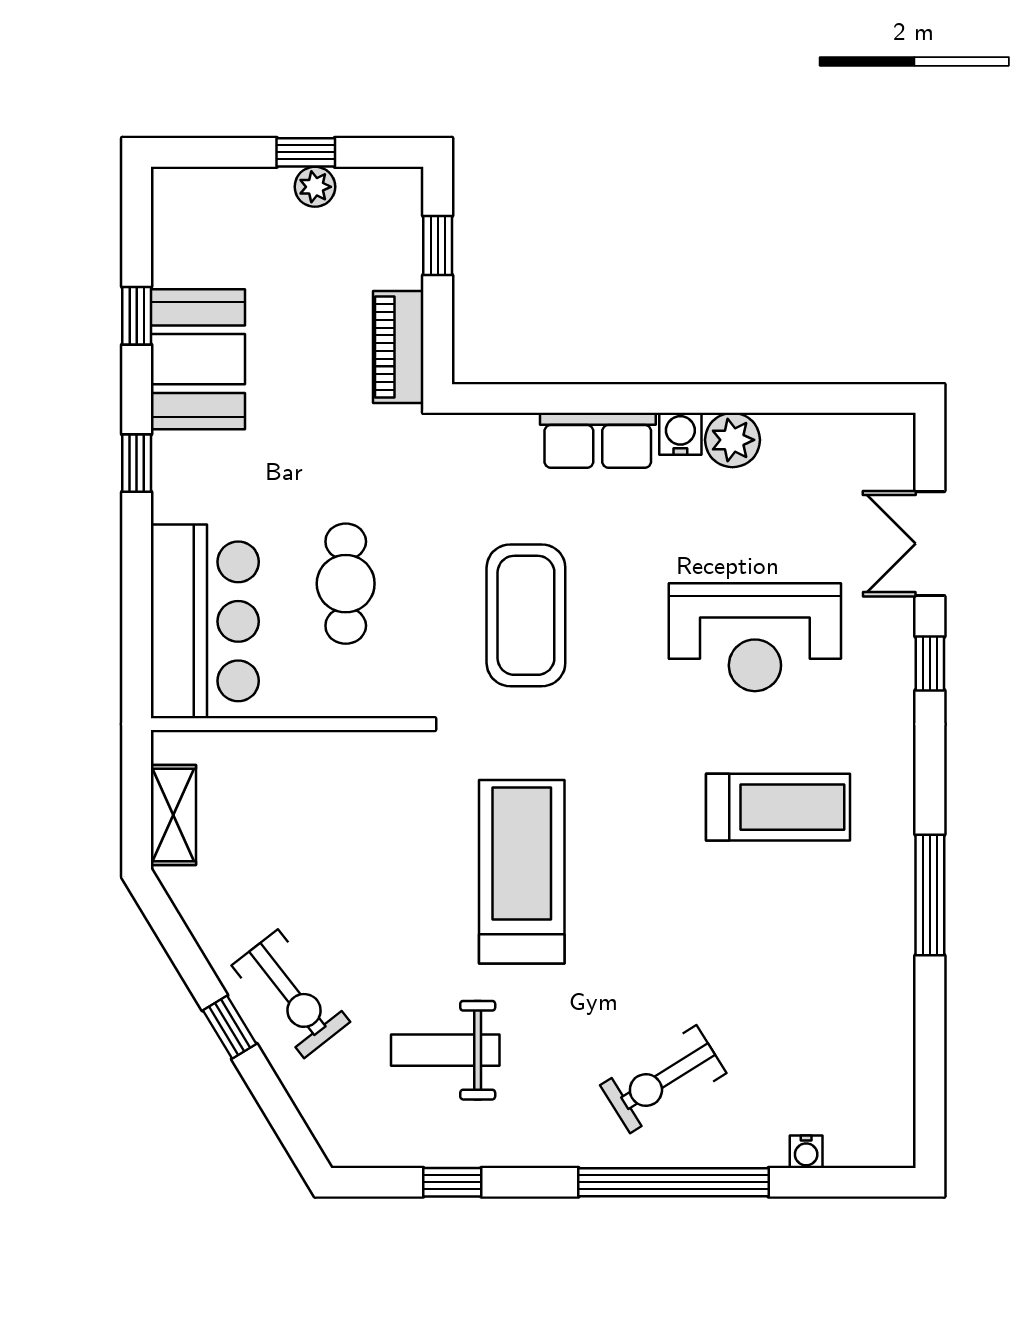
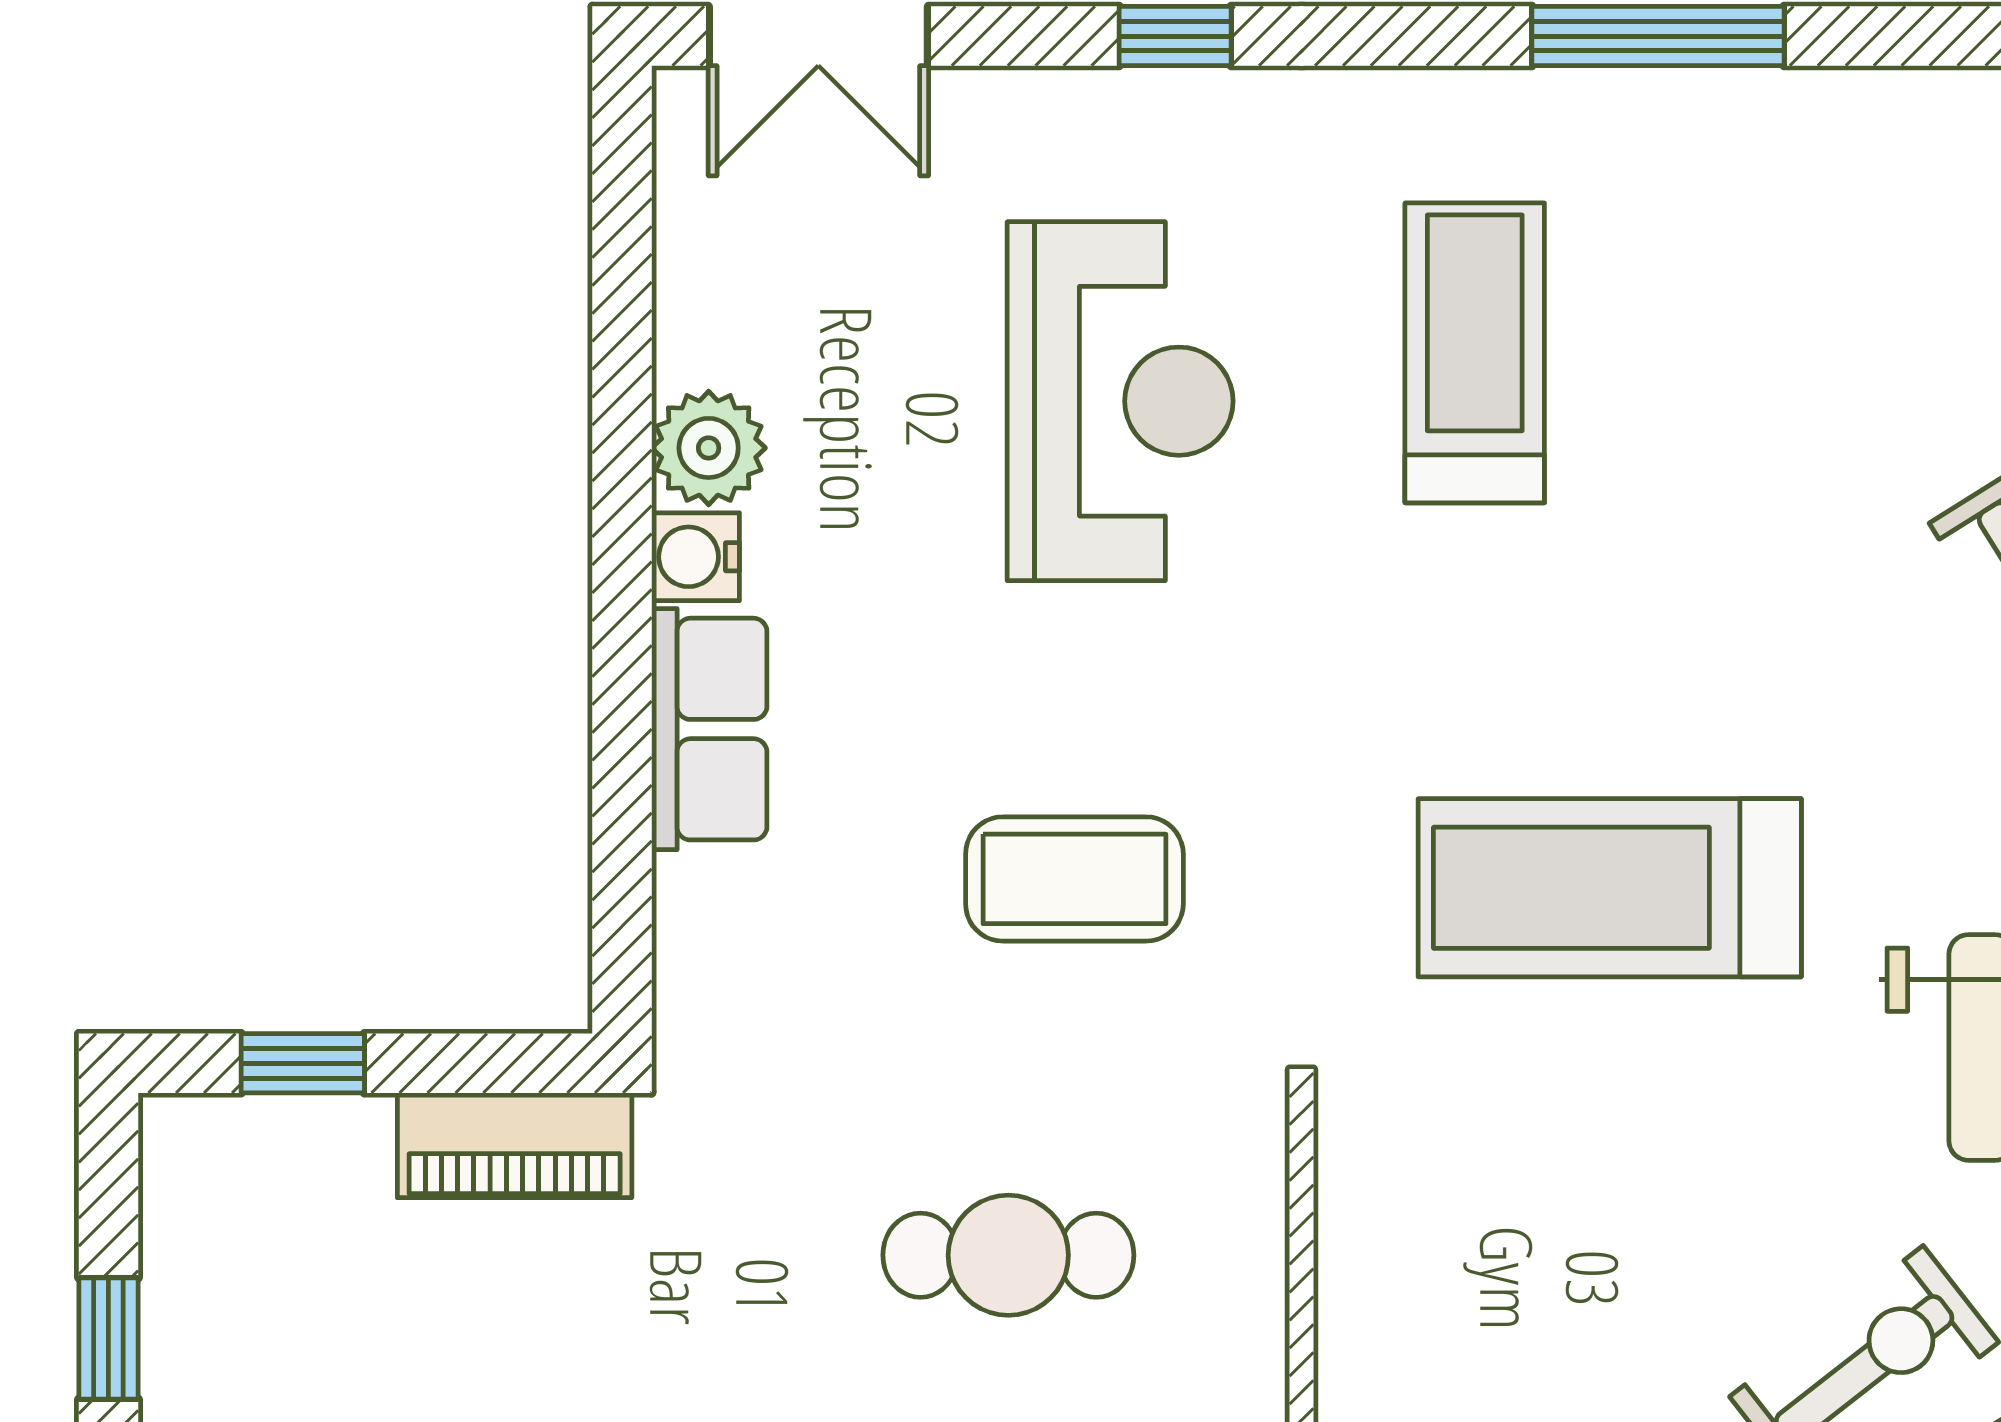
plant: (315, 187) -> (180, 1319), removed
double door: (930, 544) -> (818, 36), moved
coffee table: (526, 615) -> (1074, 879), width x0.73, depth x0.76

